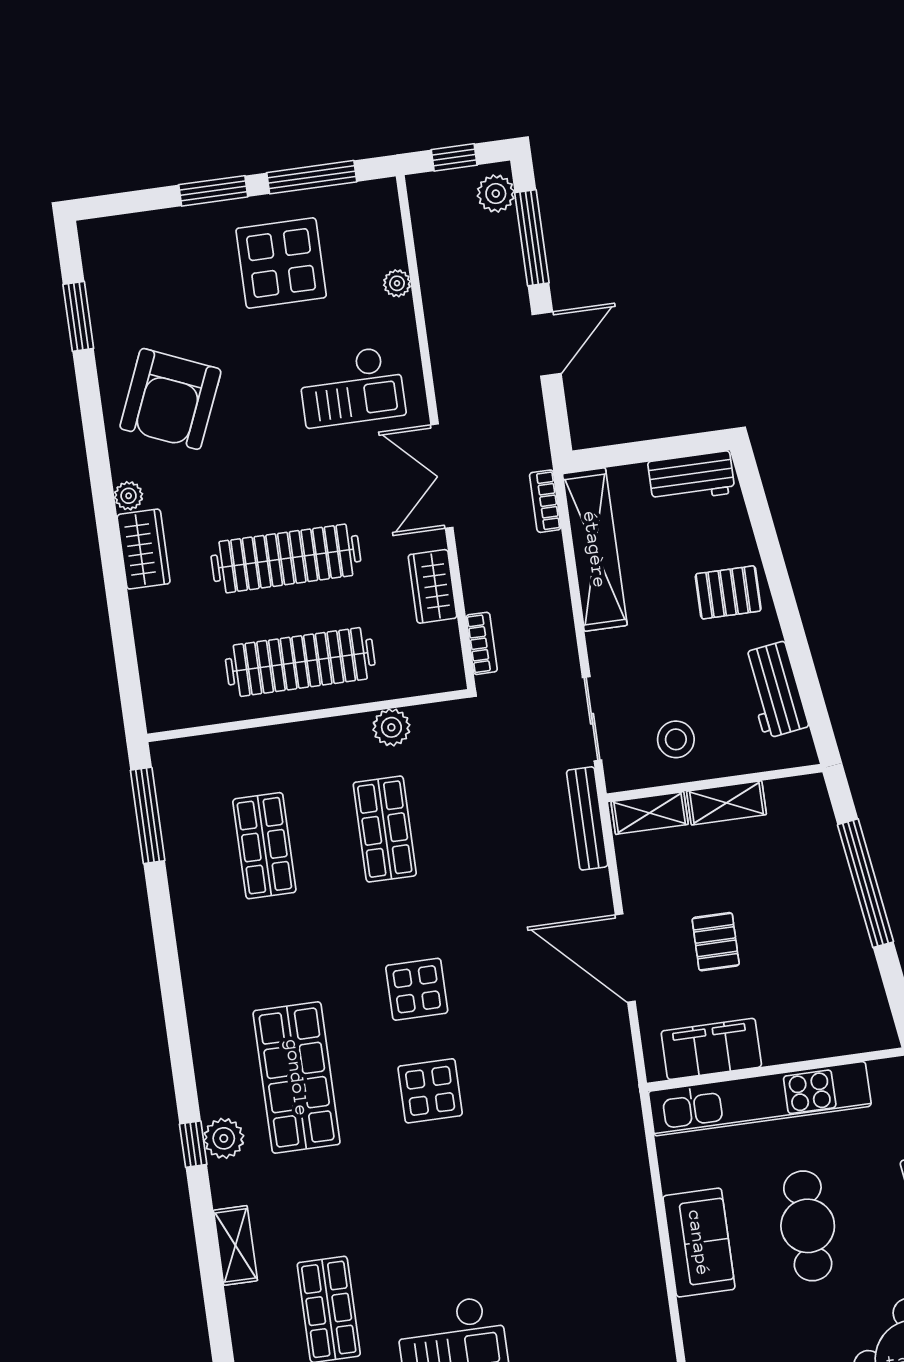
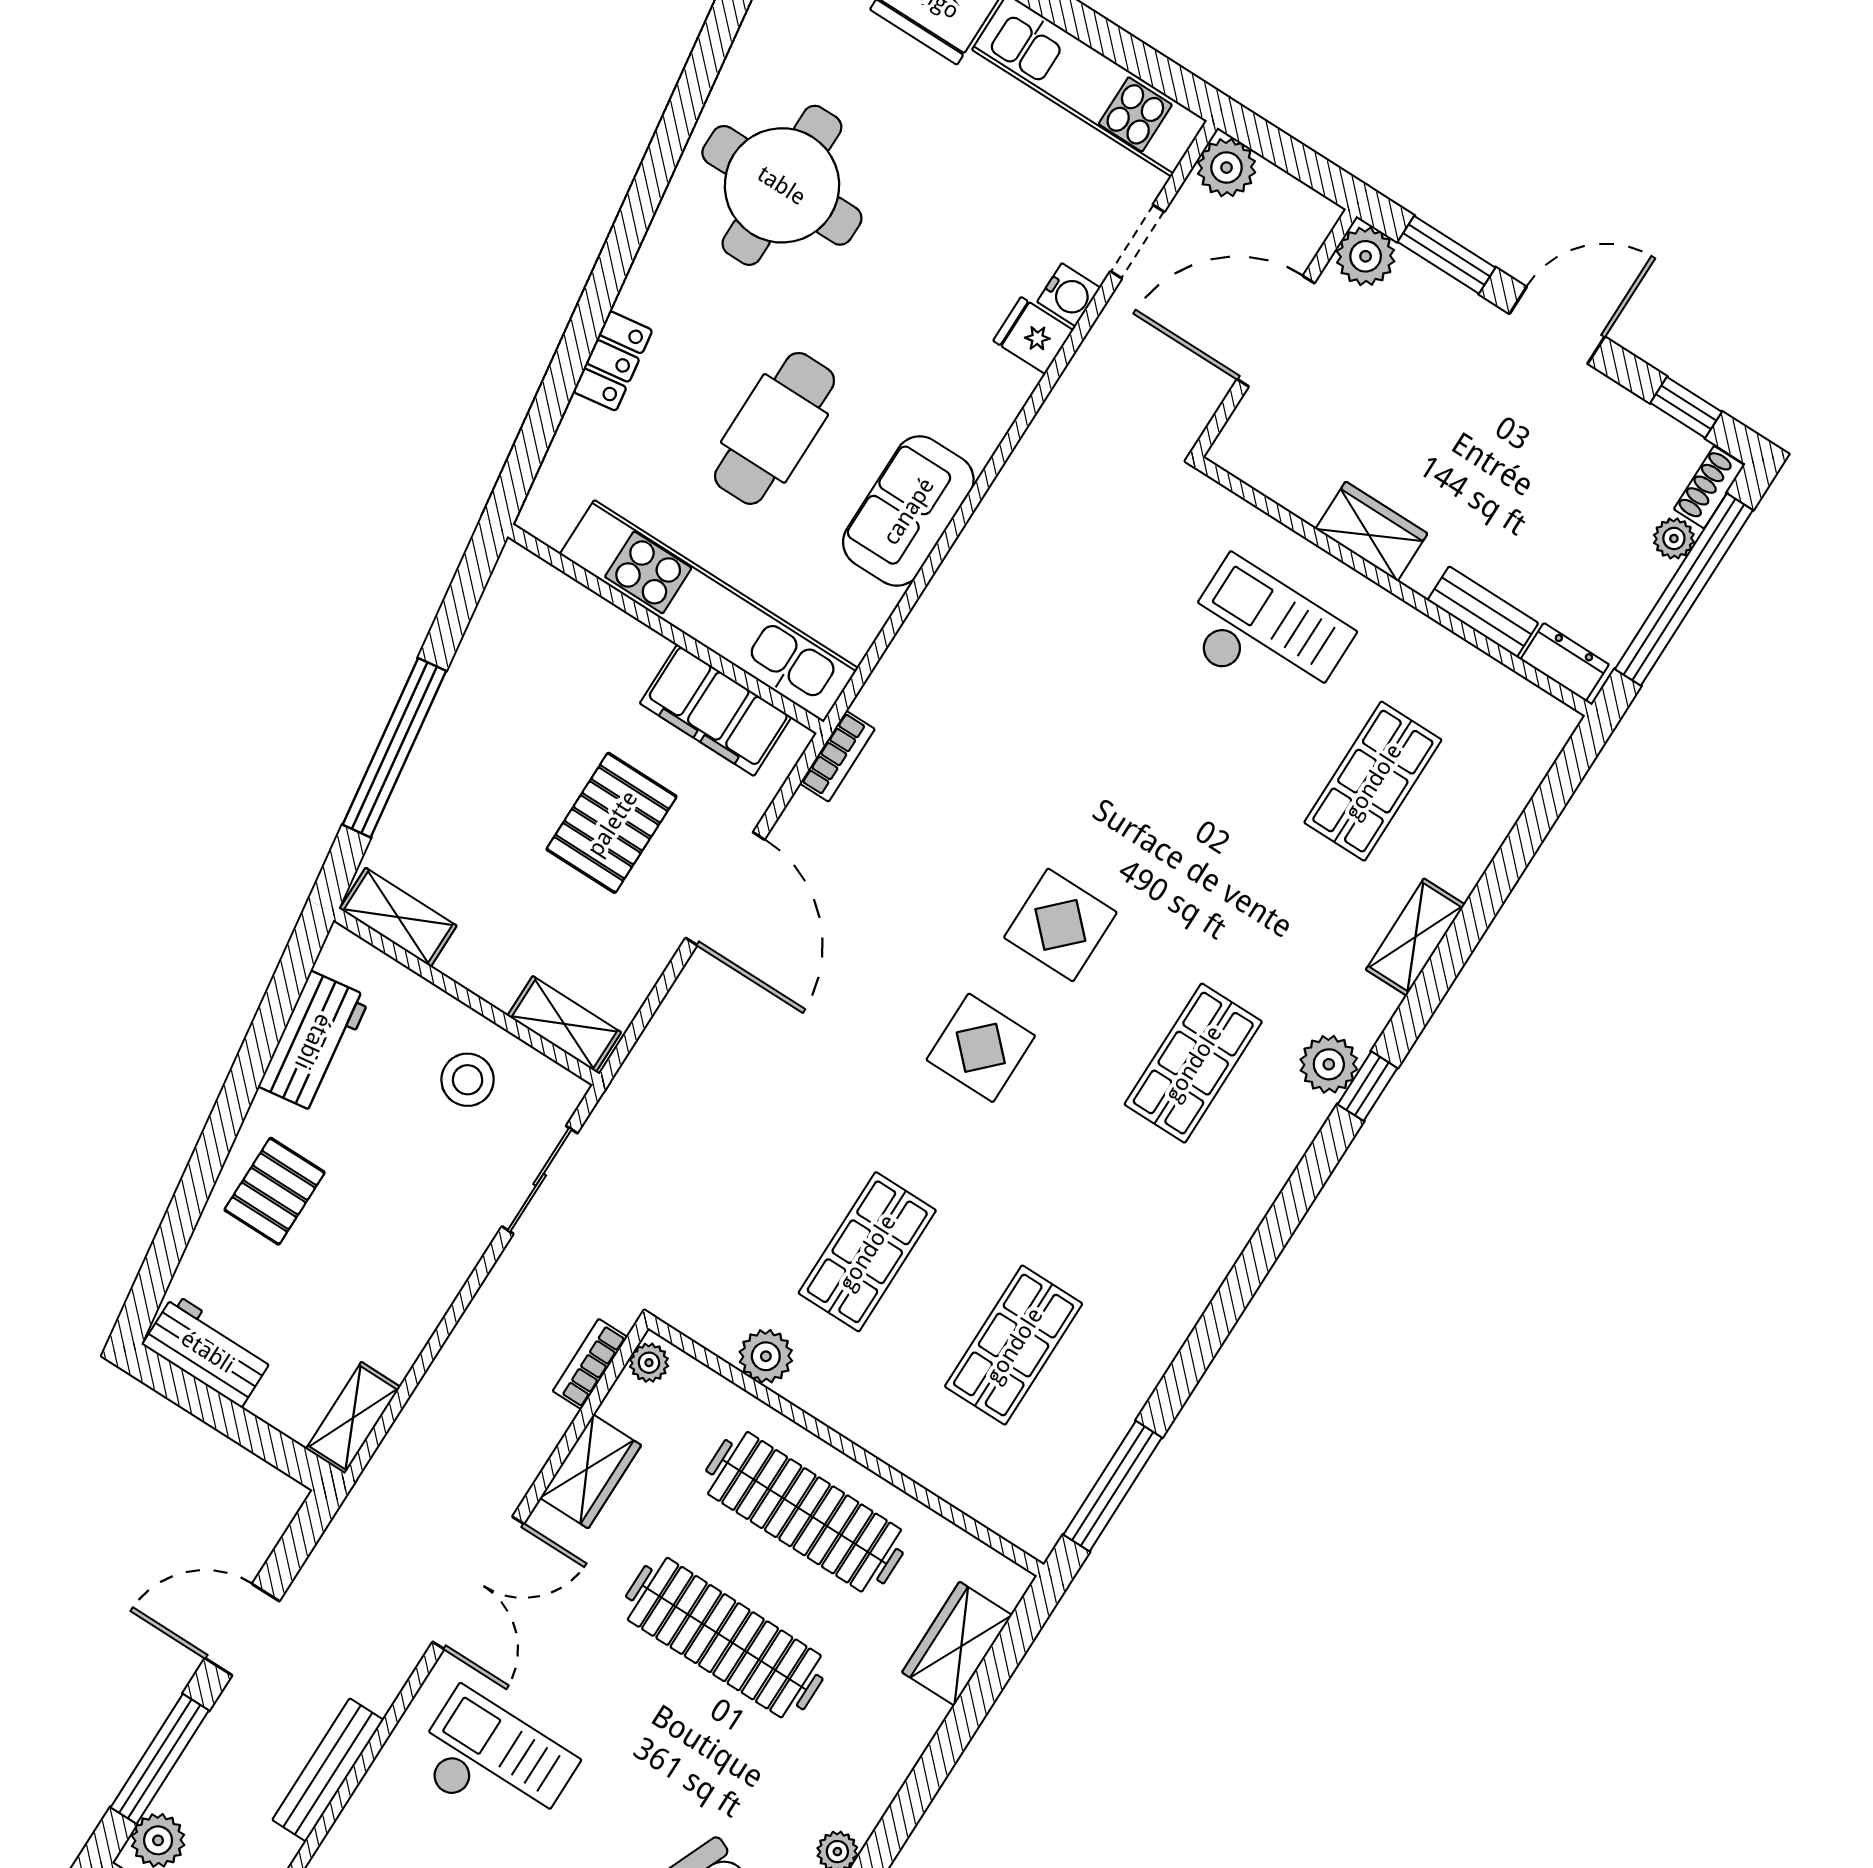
plant: (397, 283) -> (649, 1363), moved
bookcase: (545, 501) -> (837, 756), moved
wardrobe: (144, 549) -> (957, 1644), moved
shelving: (595, 550) -> (353, 1418), width x0.45, depth x0.75
pallet: (728, 592) -> (275, 1191), turned 90
shelving: (726, 803) -> (398, 917), moved
bench: (587, 818) -> (328, 1770), moved
pallet: (716, 942) -> (612, 823), width x1.50, depth x1.42
shop shelf: (297, 1078) -> (1193, 1063), width x0.70, depth x0.74

